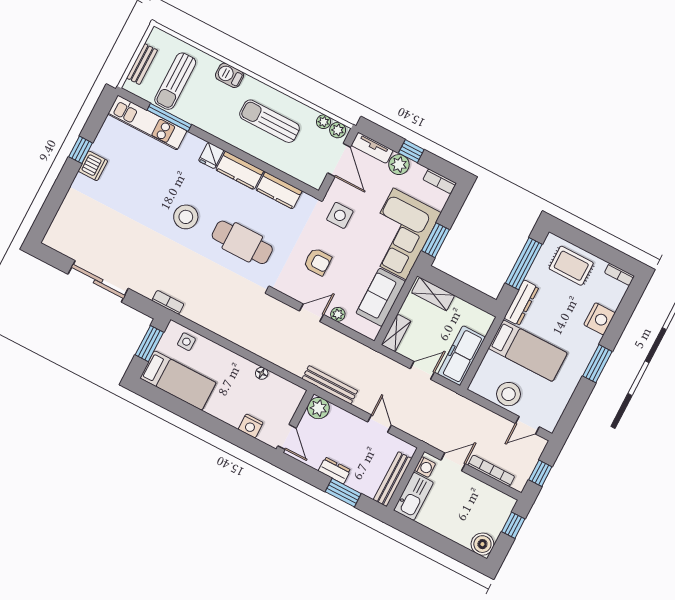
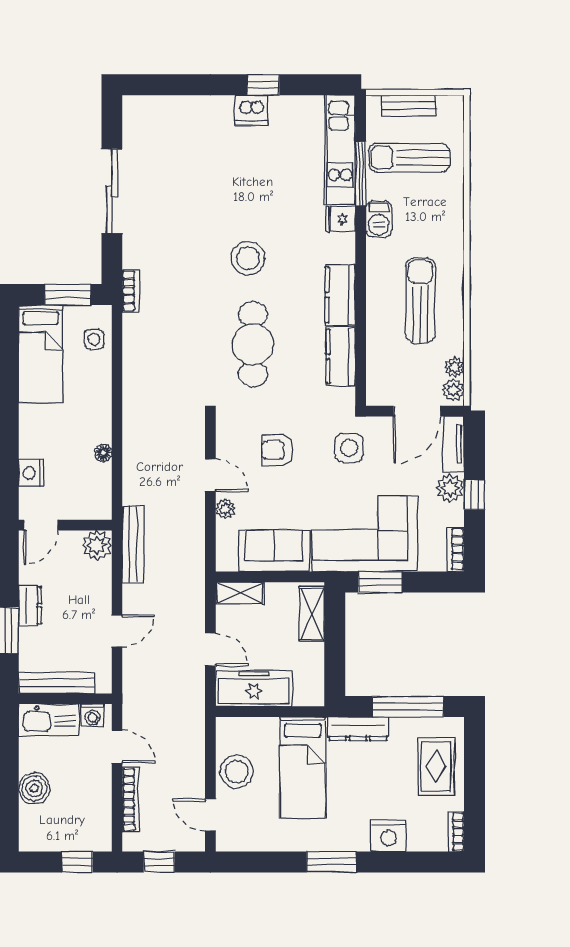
barbecue: (229, 75) -> (379, 219), moved, turned 180
fridge: (211, 155) -> (340, 219), moved
armchair: (318, 262) -> (277, 450), turned 90
boiler: (482, 544) -> (34, 788), moved

